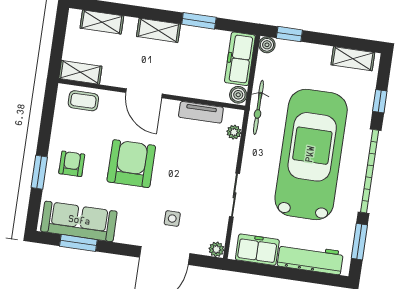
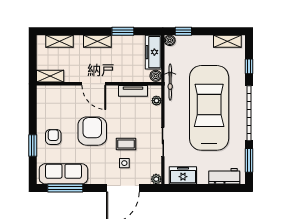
coffee table: (83, 101) -> (126, 144), moved
window: (78, 243) -> (65, 188), width x1.44
workbench: (310, 259) -> (224, 176), width x0.73

